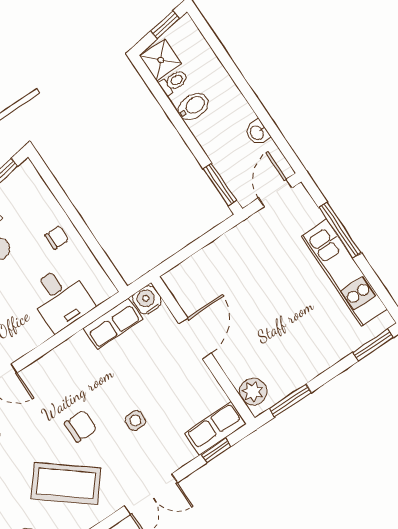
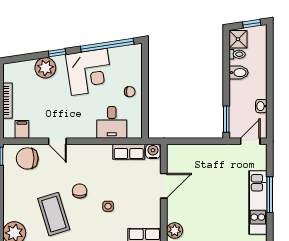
window: (340, 230) -> (270, 195), moved
chair: (80, 426) -> (80, 191), turned -90
coffee table: (66, 483) -> (54, 214), turned 34

